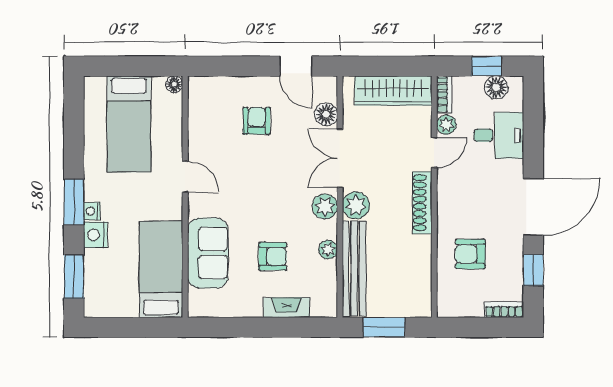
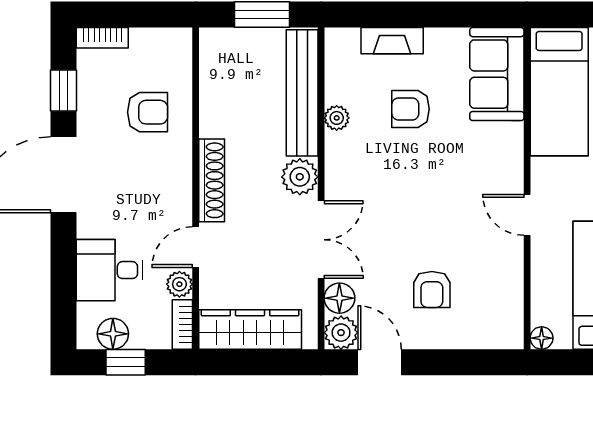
plant: (325, 207) -> (341, 333), moved
sofa: (208, 253) -> (497, 74), moved

